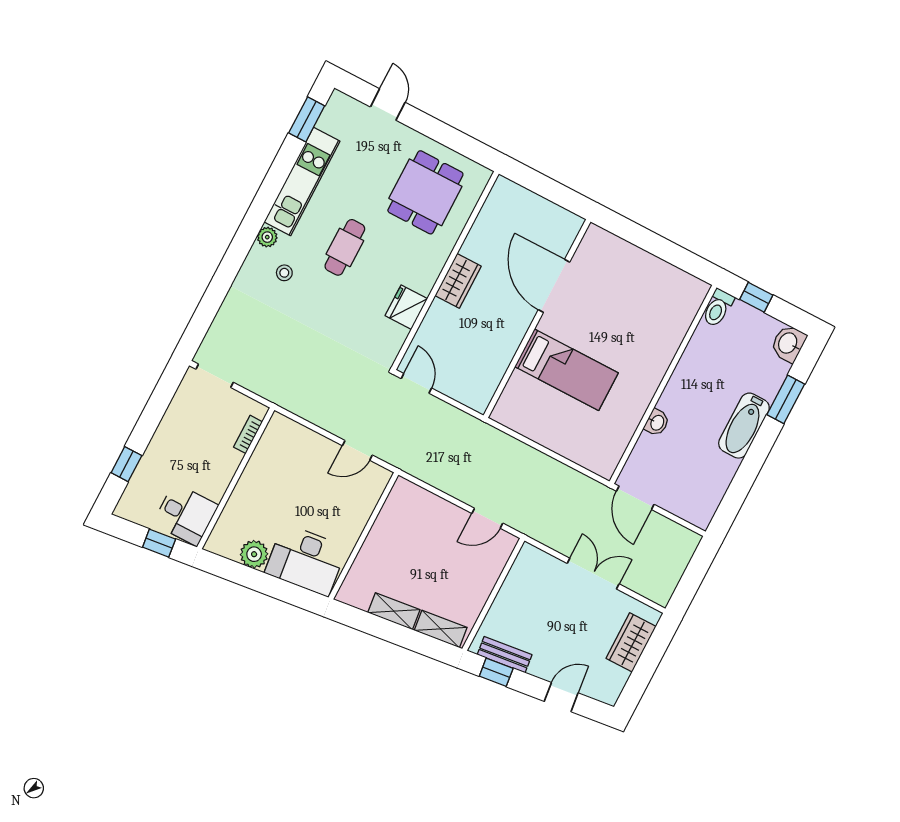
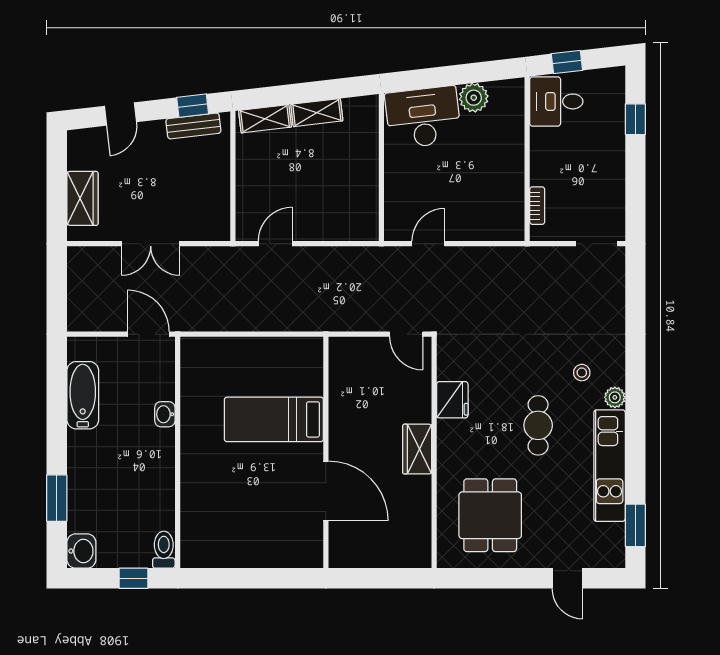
bathtub: (744, 426) -> (83, 395), moved

